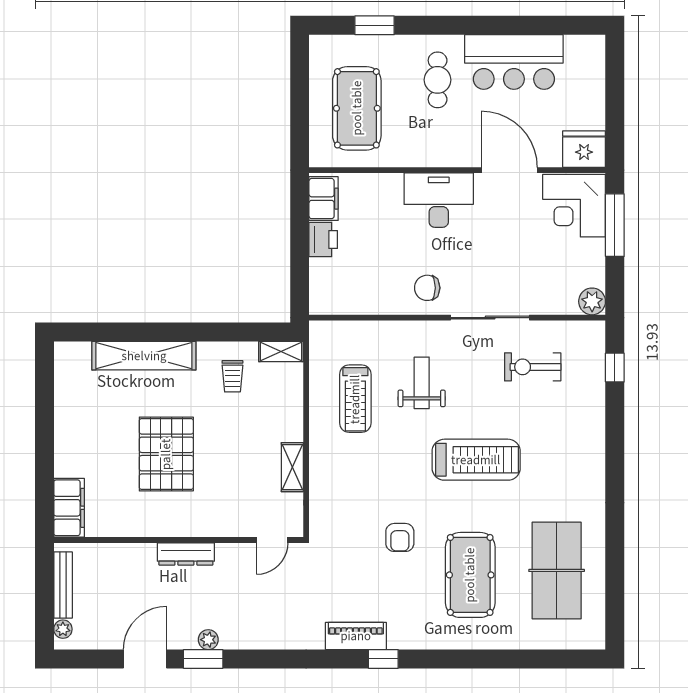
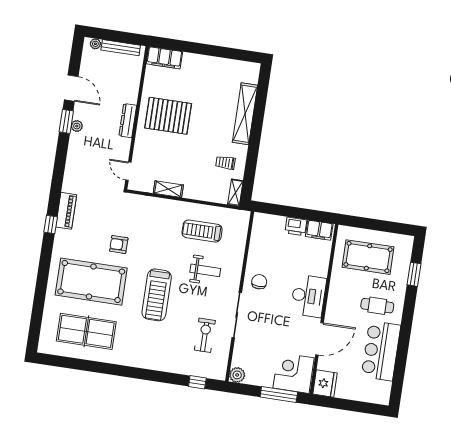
pallet: (166, 454) -> (168, 116), moved
pool table: (470, 575) -> (91, 282), width x1.36, depth x1.32

